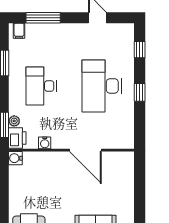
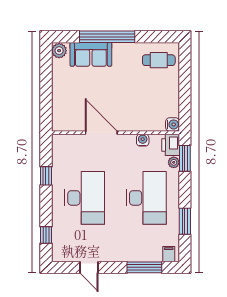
desk: (41, 86) -> (146, 198), width x1.36, depth x1.30
window: (140, 92) -> (46, 176), moved

